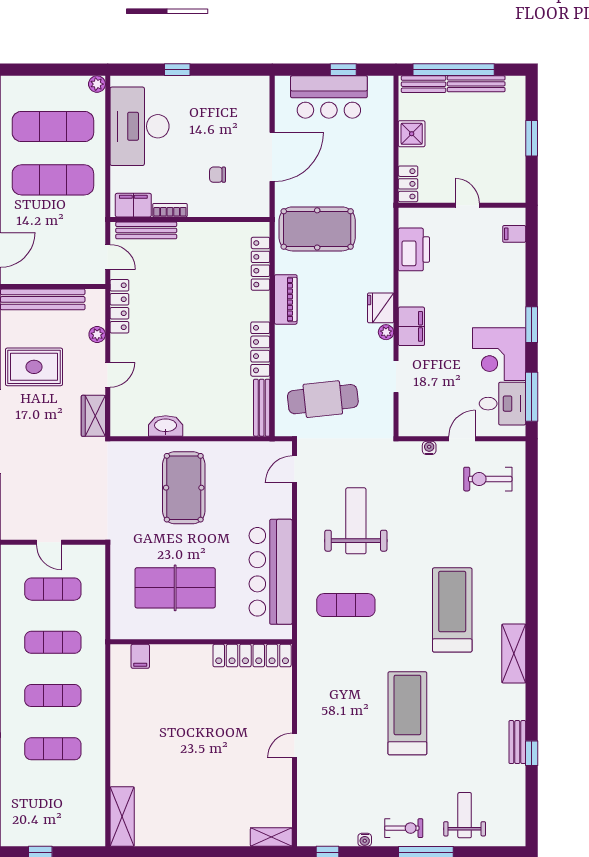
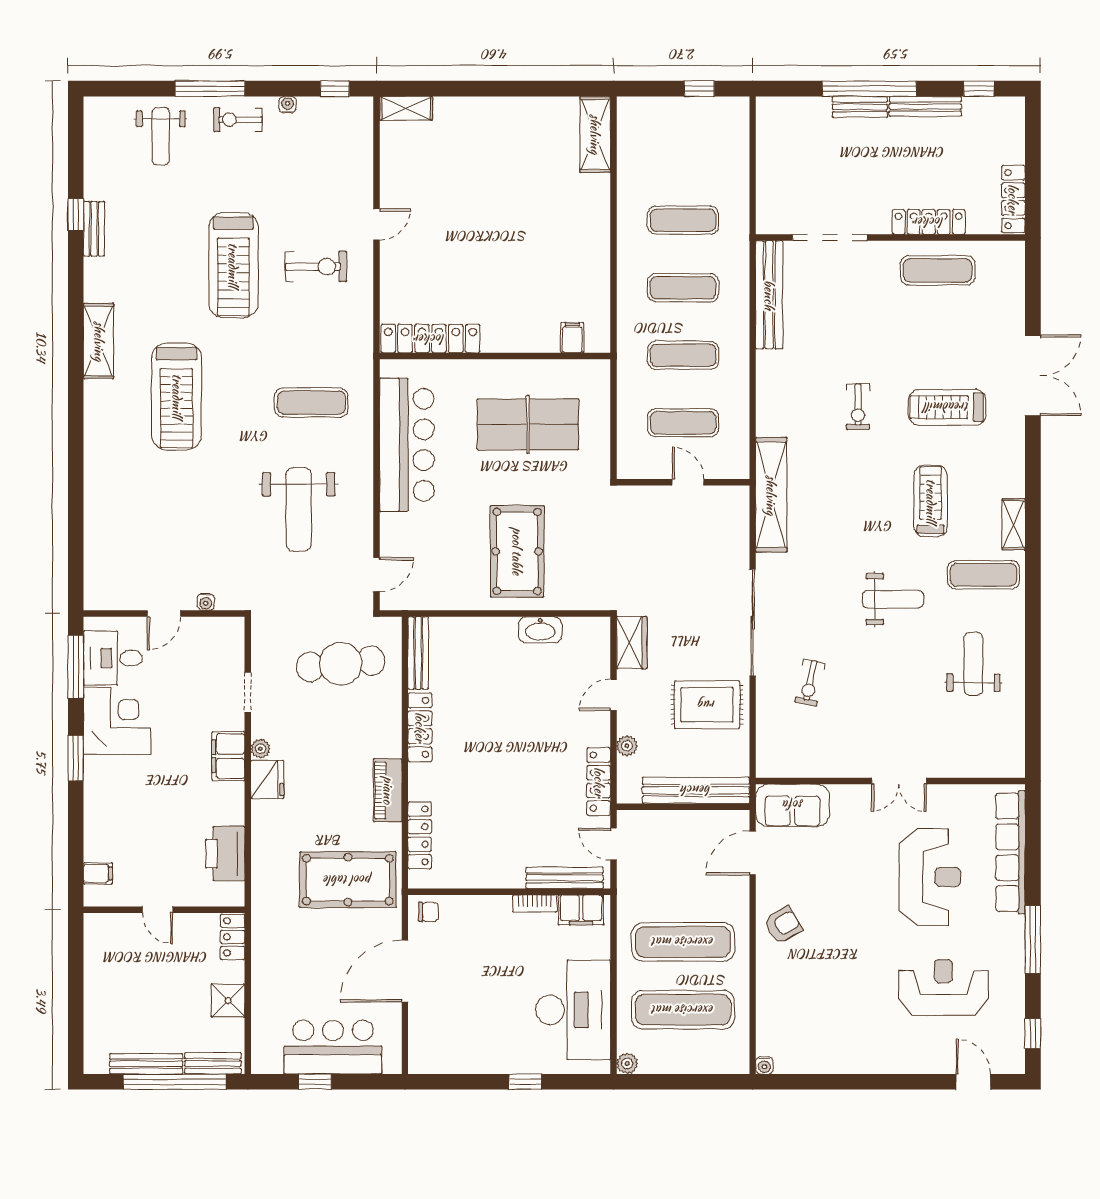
window: (532, 138) -> (76, 995), removed
chair: (217, 175) -> (428, 912), moved
exercise bike: (488, 479) -> (316, 267), moved

